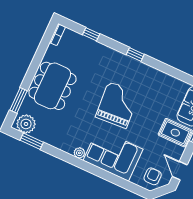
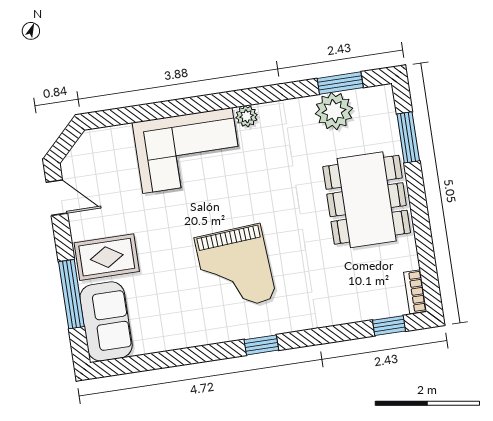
window: (91, 34) -> (389, 326), moved
grand piano: (117, 105) -> (235, 268), moved
plant: (26, 124) -> (334, 111), moved
armchair: (153, 176) -> (96, 158), removed

